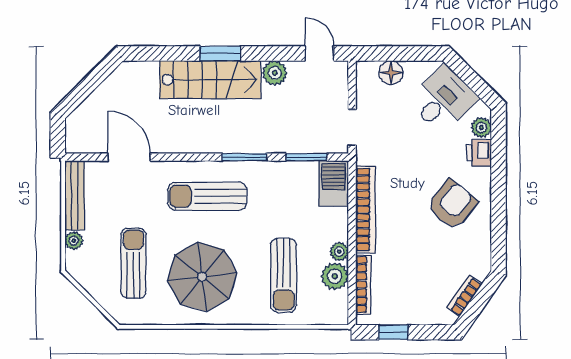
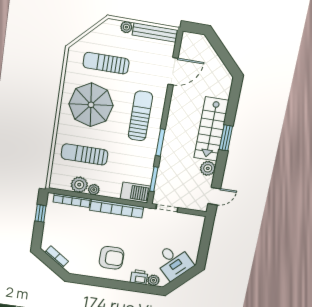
floor lamp: (391, 73) -> (195, 235), removed
armchair: (452, 204) -> (111, 258), turned -39
sun lounger: (133, 263) -> (106, 63), turned 180

